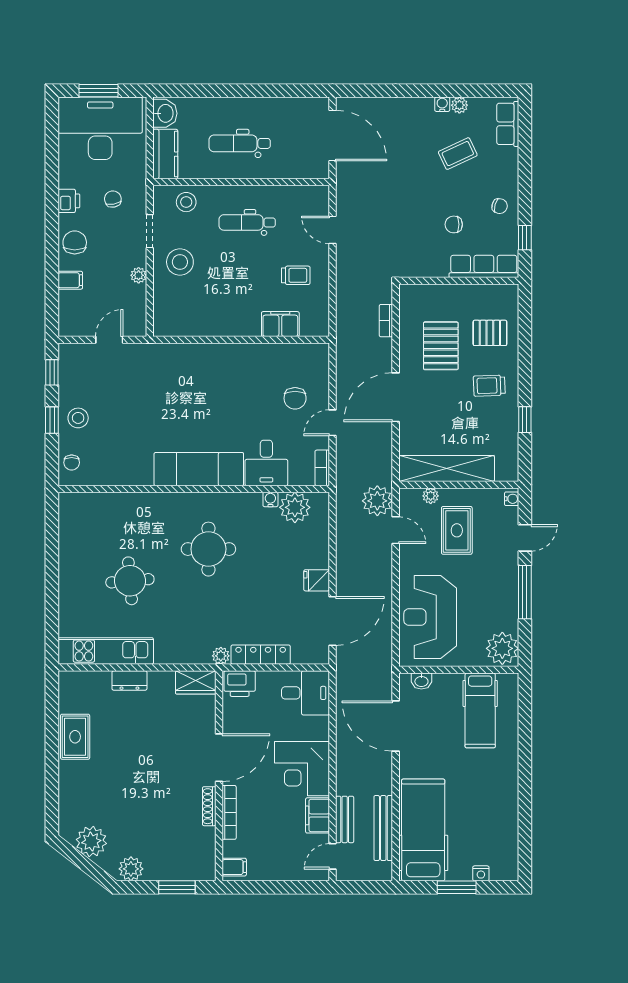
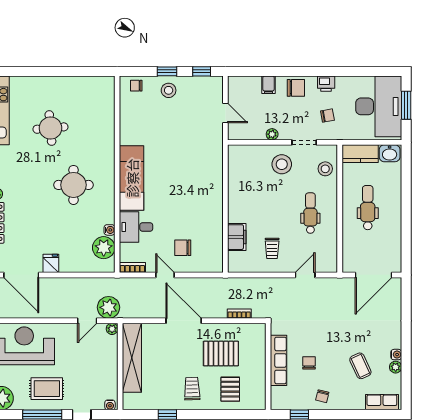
row of seats: (484, 266) -> (279, 360), moved
plant: (431, 496) -> (112, 329), moved
rug: (457, 530) -> (47, 389), moved

